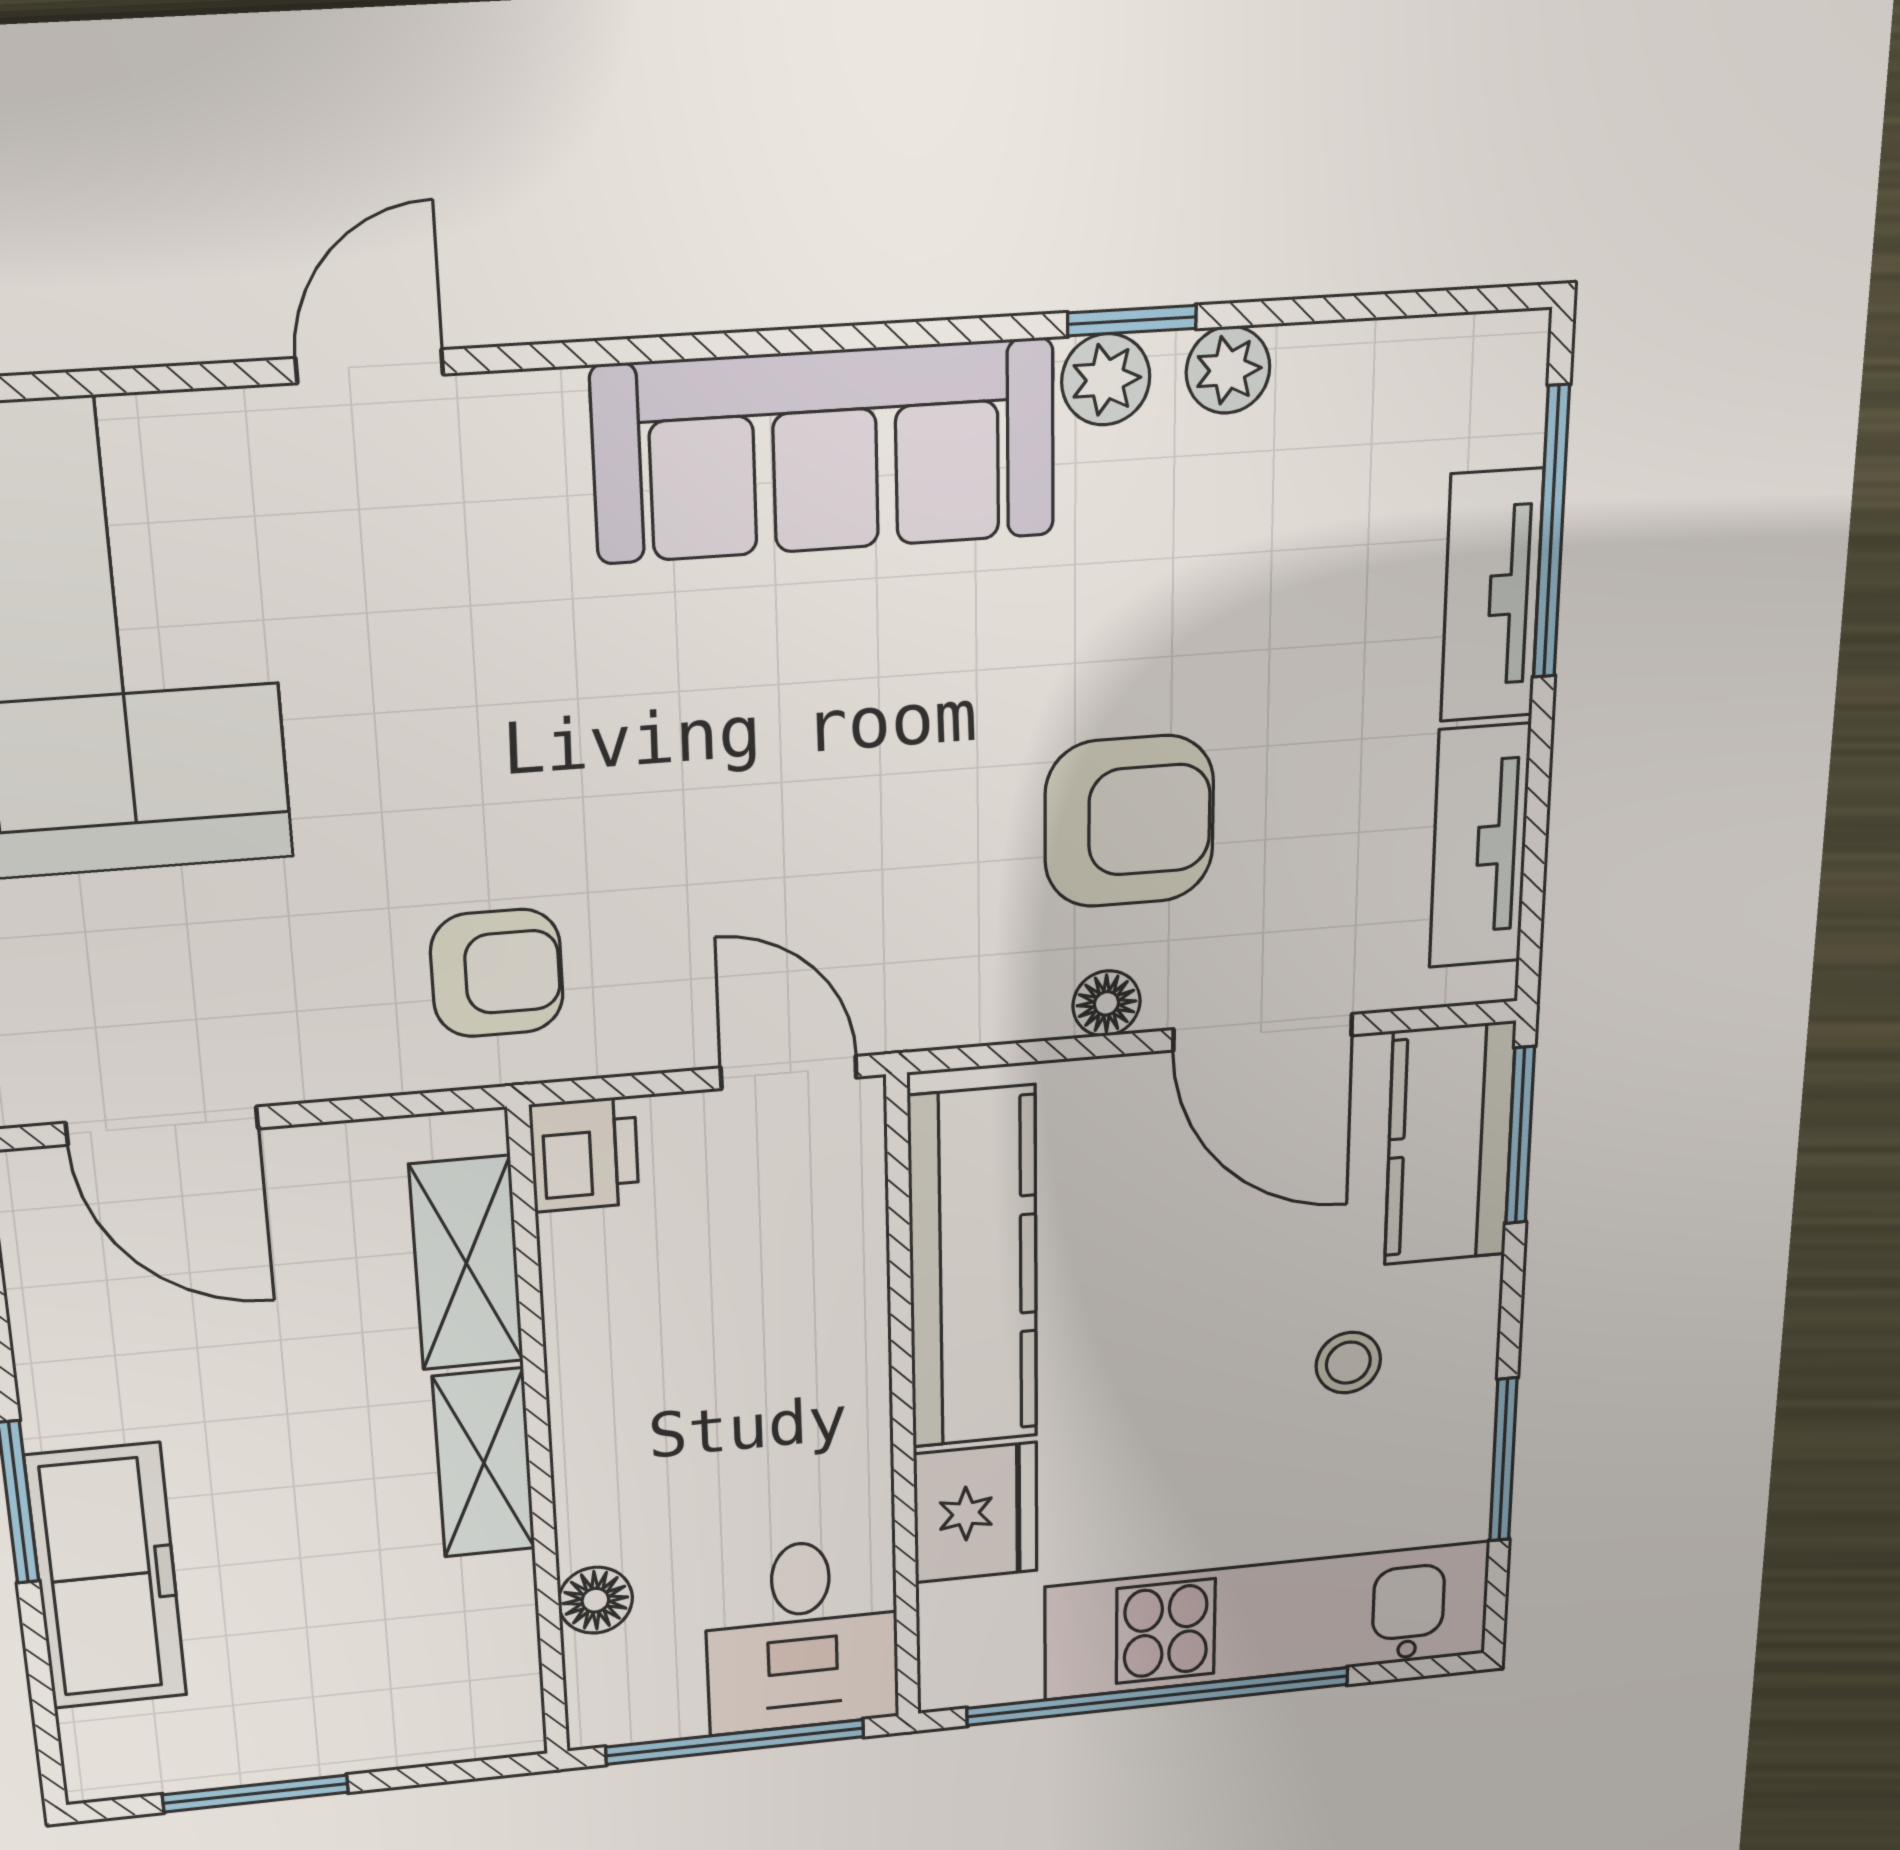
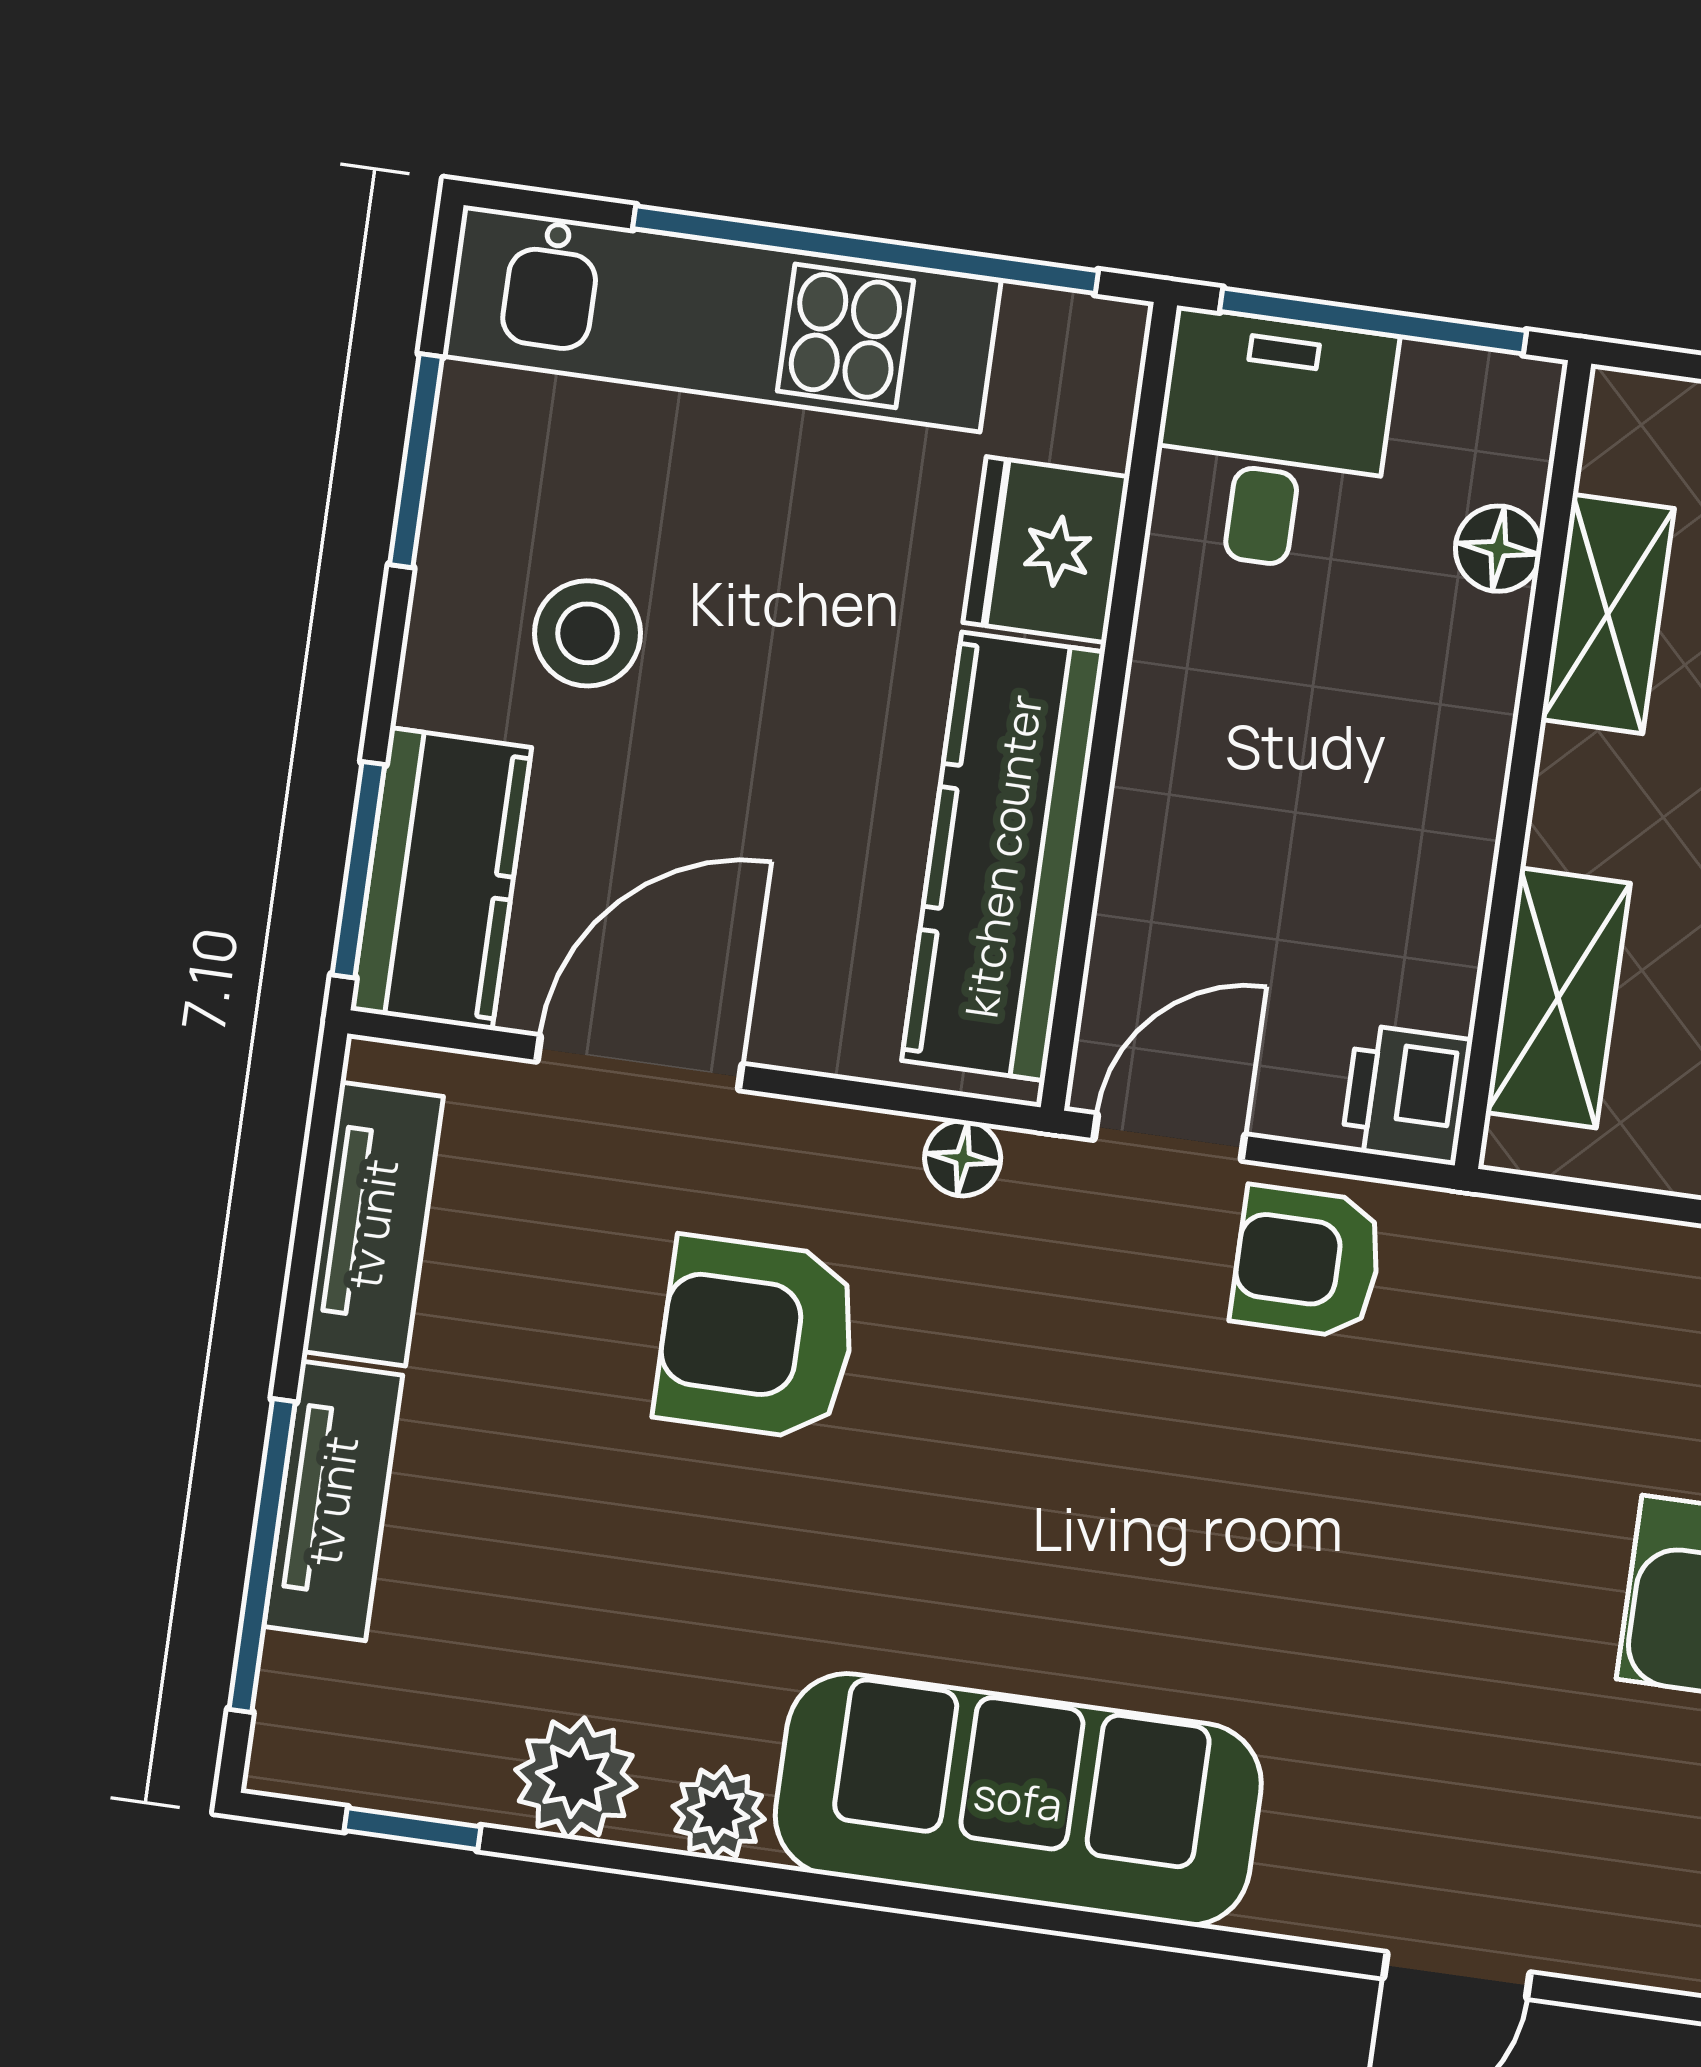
window: (1132, 321) -> (412, 1829), moved
plant: (1228, 370) -> (576, 1778), width x1.38, depth x1.38
armchair: (497, 973) -> (1307, 1262), moved
floor lamp: (1106, 1003) -> (963, 1158), moved
door: (1263, 1032) -> (640, 1063), hinge flipped
door: (789, 1072) -> (1169, 1137), swing flipped
stool: (1348, 1363) -> (587, 633), width x1.37, depth x1.37
shelving: (484, 1463) -> (1608, 614), moved

